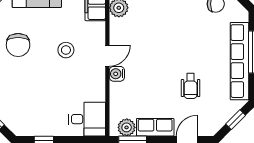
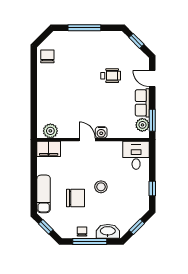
chair: (18, 45) -> (75, 198), moved
stool: (66, 50) -> (101, 187), moved
row of seats: (239, 61) -> (91, 38), removed

